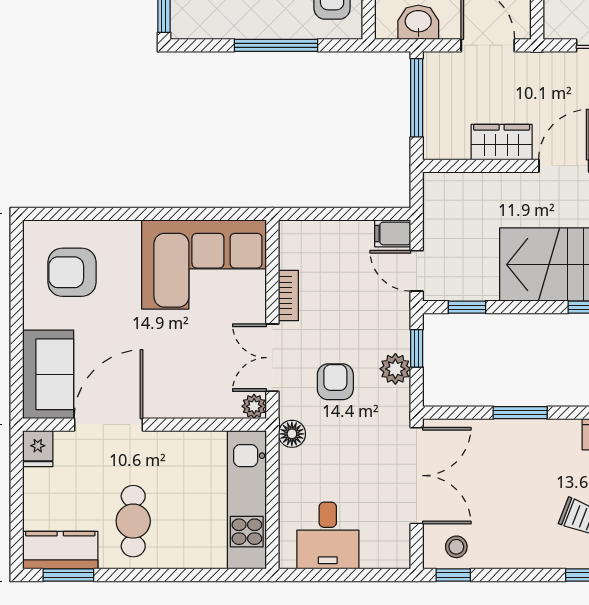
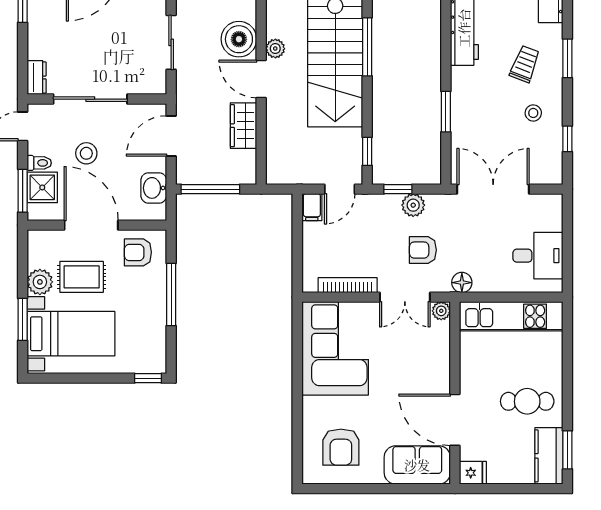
bookcase: (288, 295) -> (348, 285), width x1.56
stool: (456, 547) -> (533, 113), moved
window: (453, 575) -> (567, 139), moved

